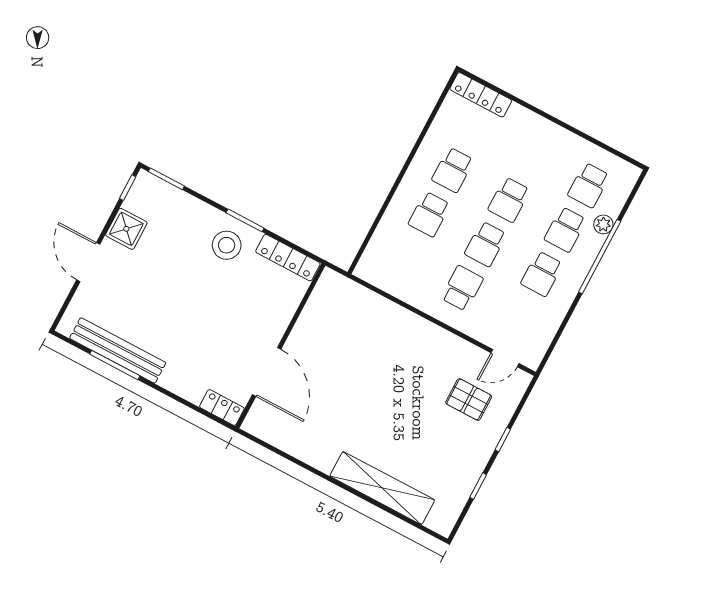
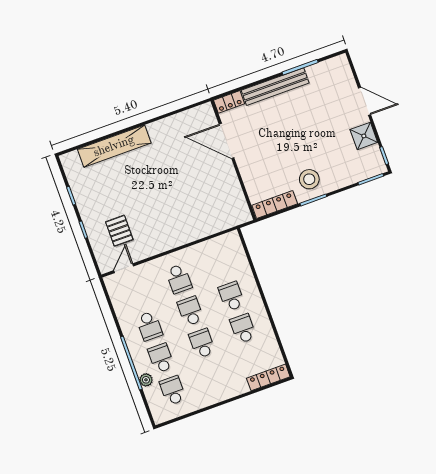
school desk: (542, 274) -> (149, 326), turned 180
bench: (118, 350) -> (275, 87), moved
pallet: (469, 400) -> (119, 231), turned 90

